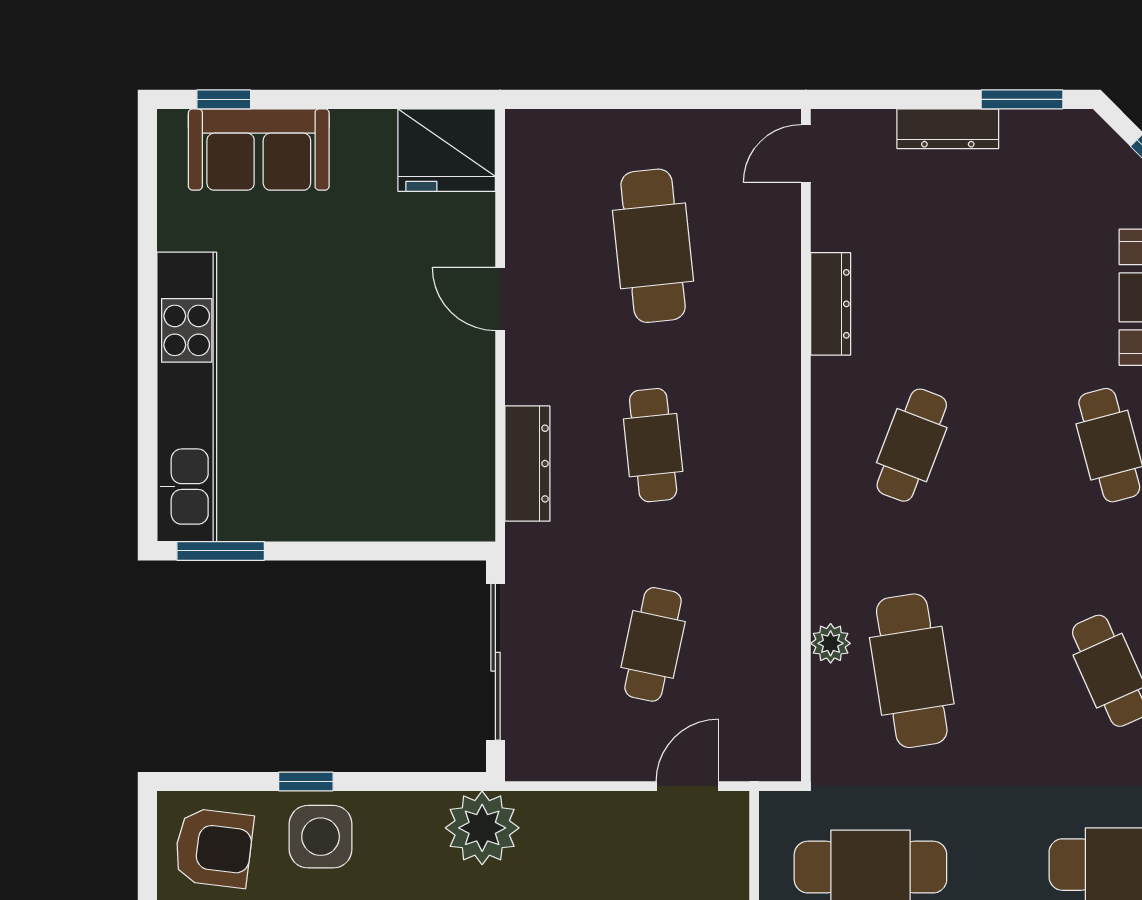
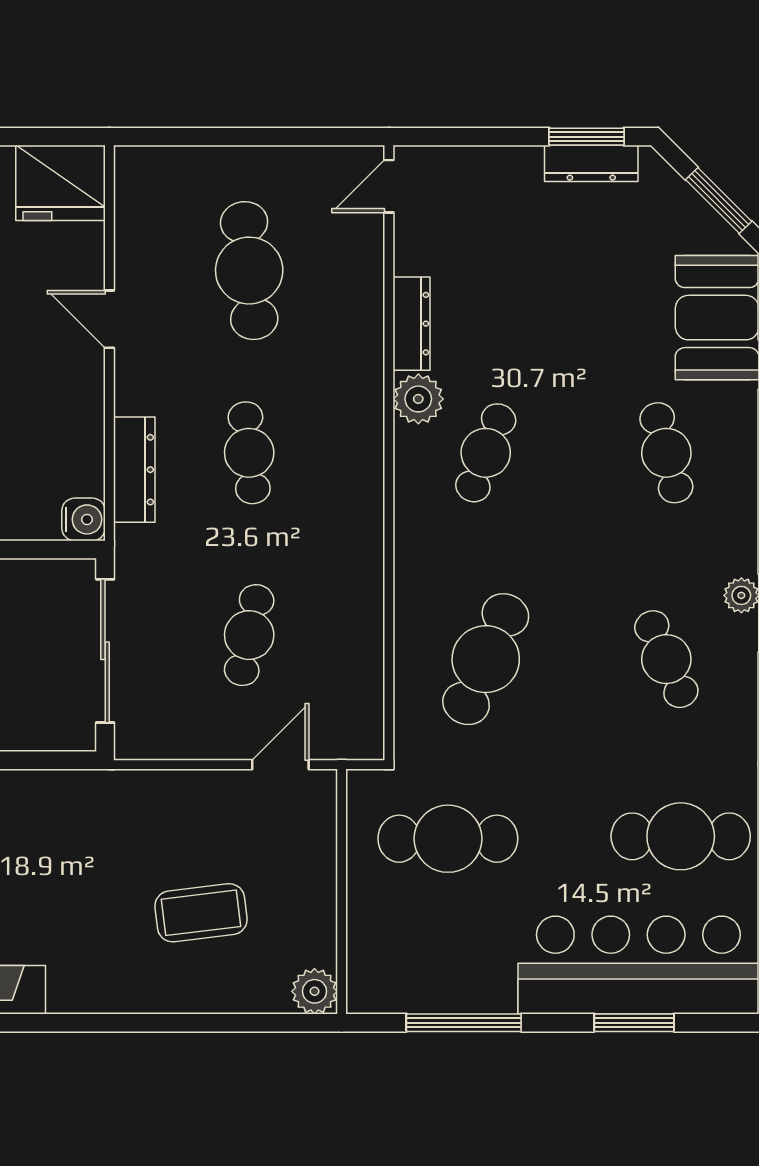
dresser: (948, 129) -> (591, 163), moved
water cooler: (472, 518) -> (84, 519), added
plant: (831, 643) -> (418, 399), moved, width x1.38, depth x1.38
cafe table: (912, 671) -> (486, 659), turned 33
plant: (482, 828) -> (93, 803), removed

